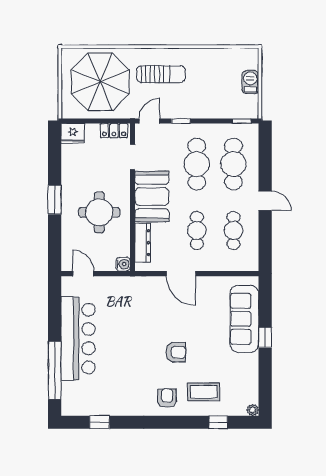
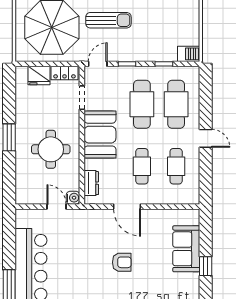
barbecue: (250, 82) -> (189, 54), moved, turned 90
window: (242, 121) -> (164, 64), moved
fridge: (73, 133) -> (39, 76), moved
dresser: (143, 243) -> (91, 183), width x0.70
door: (83, 274) -> (57, 207), moved
sofa: (244, 319) -> (186, 249), width x0.73
armchair: (176, 352) -> (122, 262), moved

